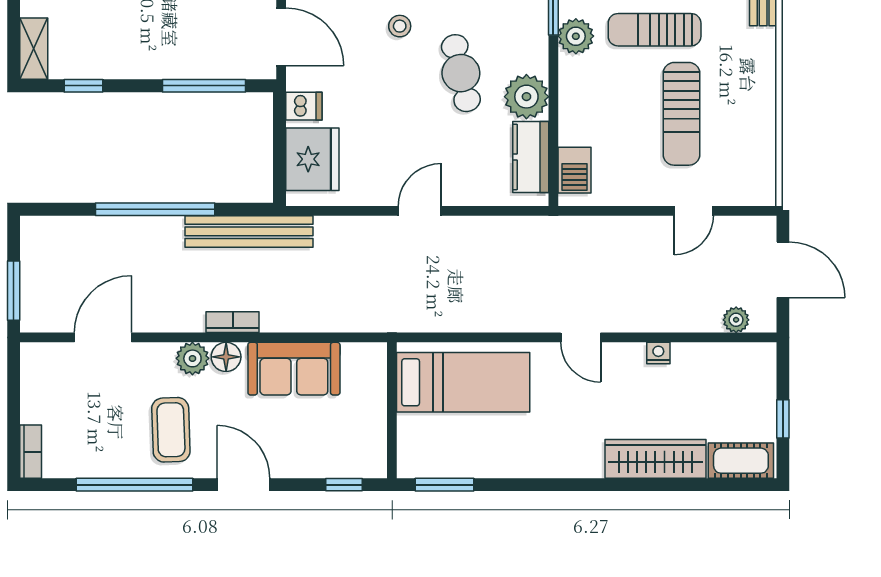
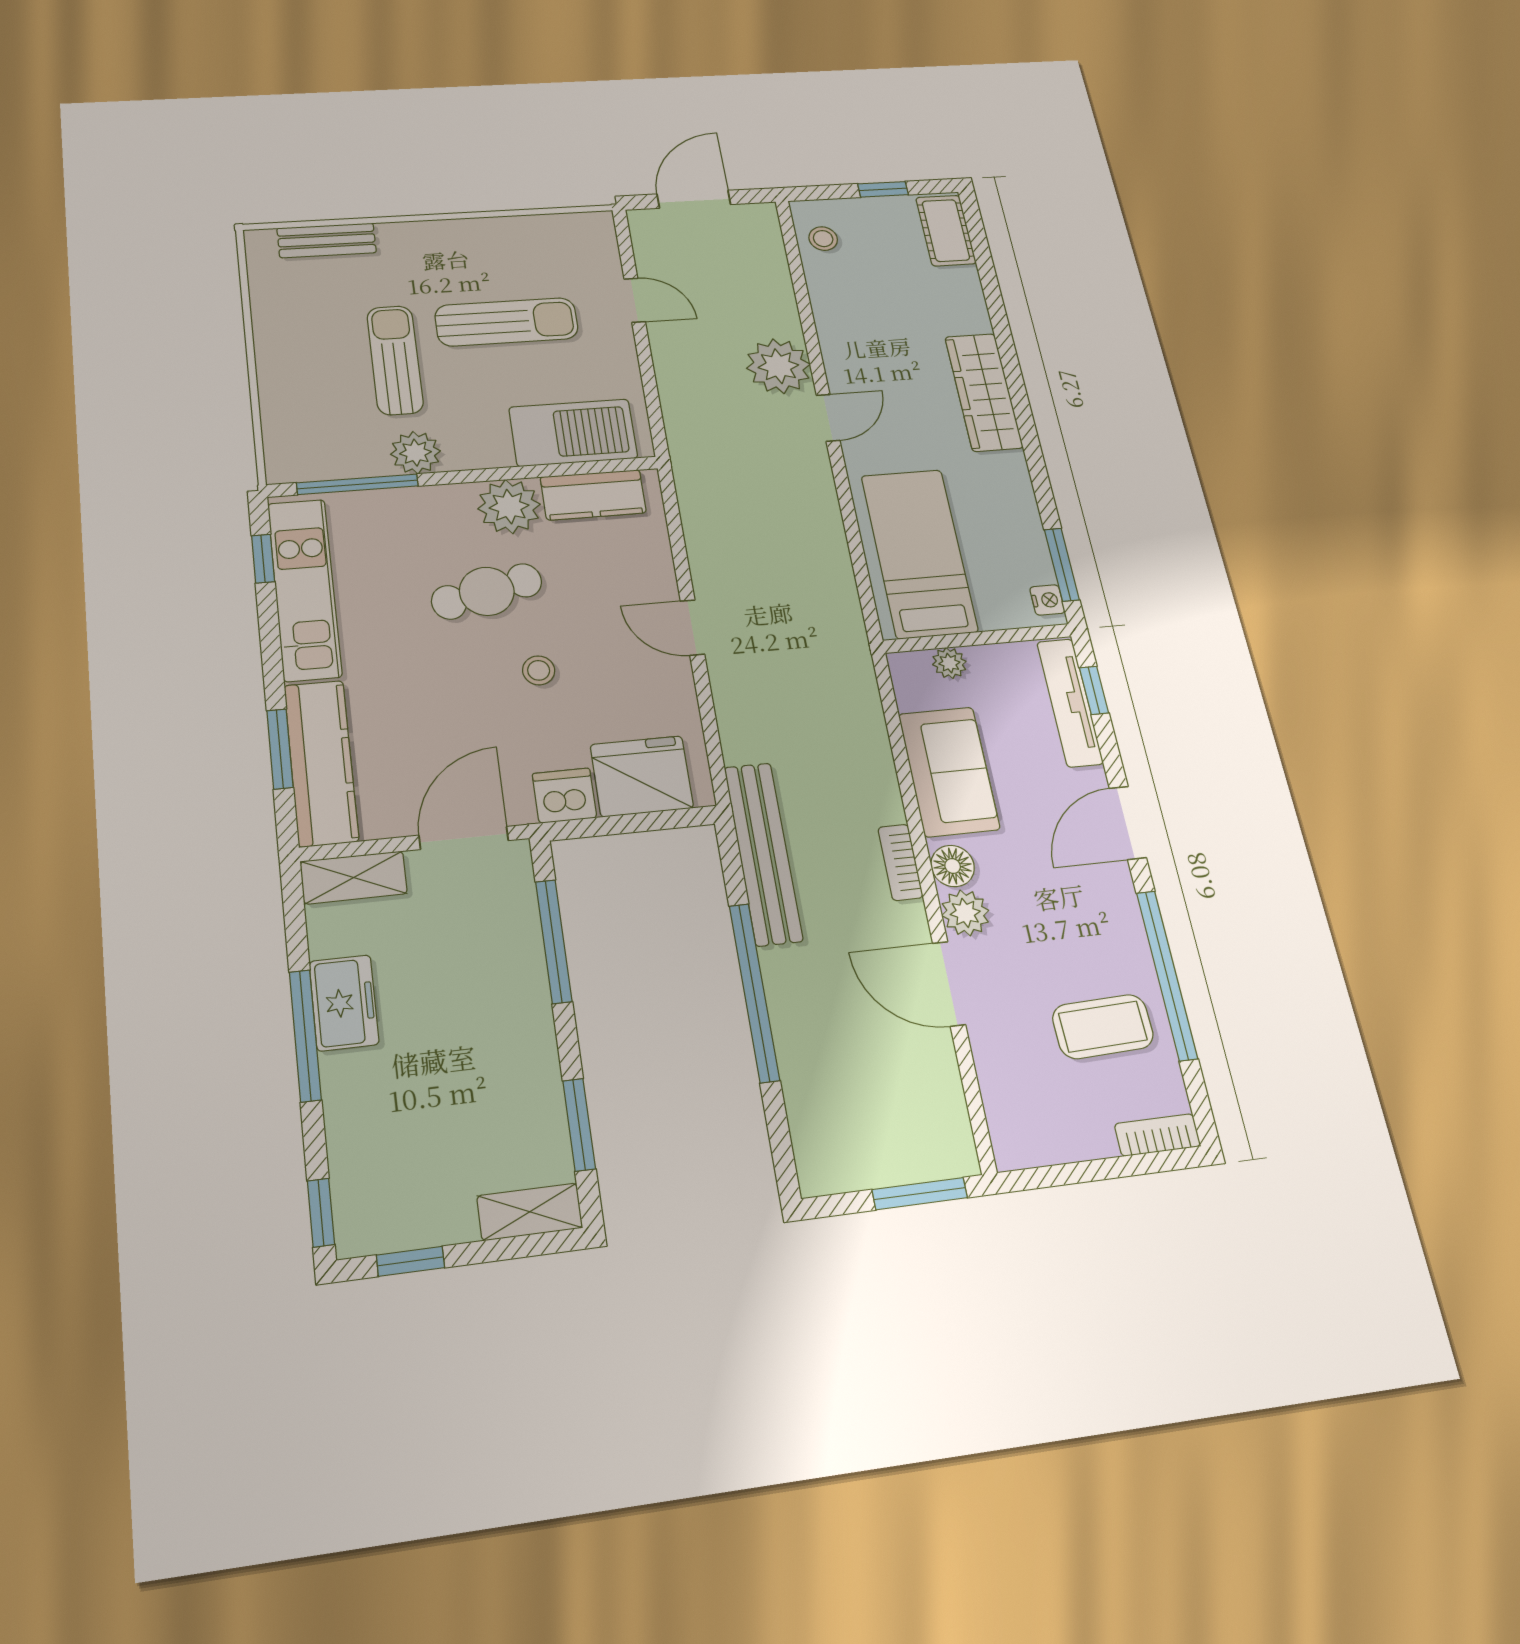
stool: (400, 26) -> (539, 670), moved
sun lounger: (655, 30) -> (395, 360), turned 180
window: (83, 86) -> (579, 1125), width x1.50
dishwasher: (304, 106) -> (564, 796), width x1.38
barbecue: (574, 170) -> (573, 433), width x1.88, depth x1.53
plant: (736, 320) -> (778, 366), moved, width x1.87, depth x1.87
door: (103, 337) -> (949, 984), moved
nightstand: (658, 353) -> (1047, 600), moved, turned 180
stool: (740, 363) -> (823, 239), added
plant: (375, 386) -> (949, 663), added
coffee table: (171, 430) -> (1103, 1027), moved
wardrobe: (655, 459) -> (984, 392), moved
tv unit: (336, 465) -> (1070, 702), added

